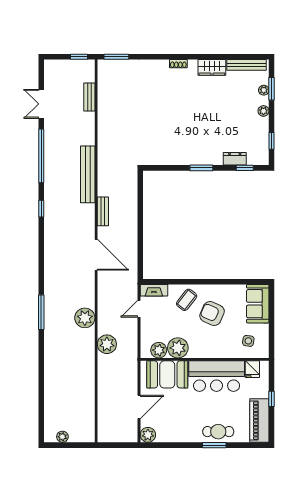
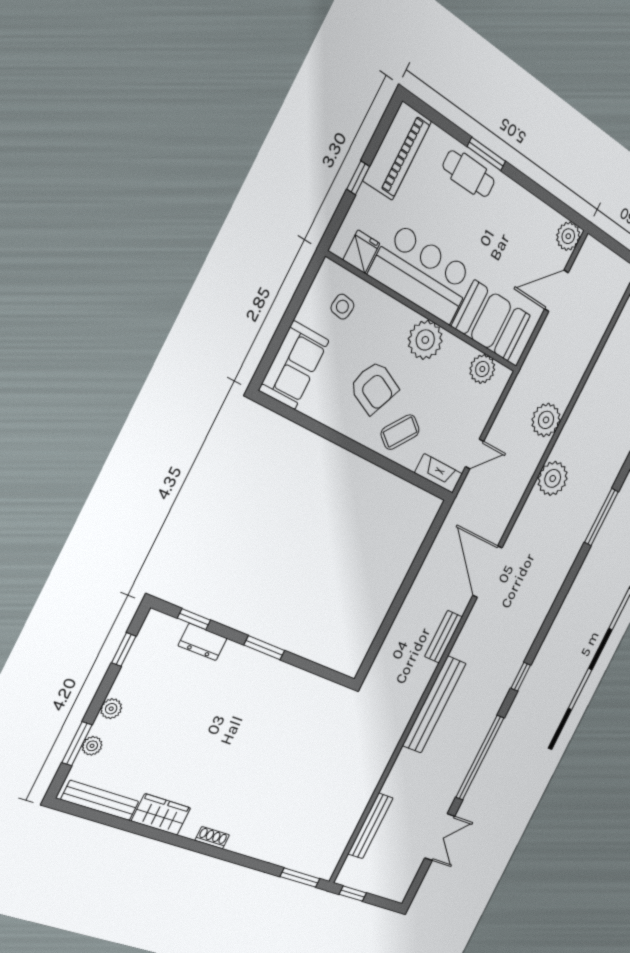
bench: (89, 97) -> (370, 826), width x1.36
plant: (178, 348) -> (425, 340), moved

